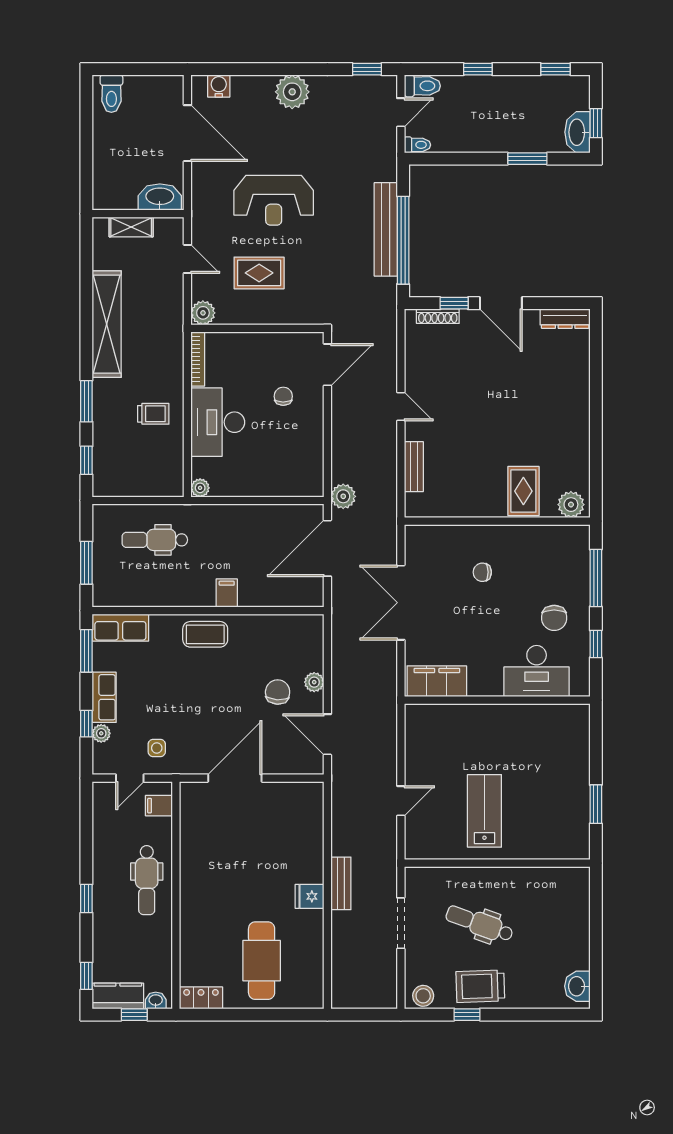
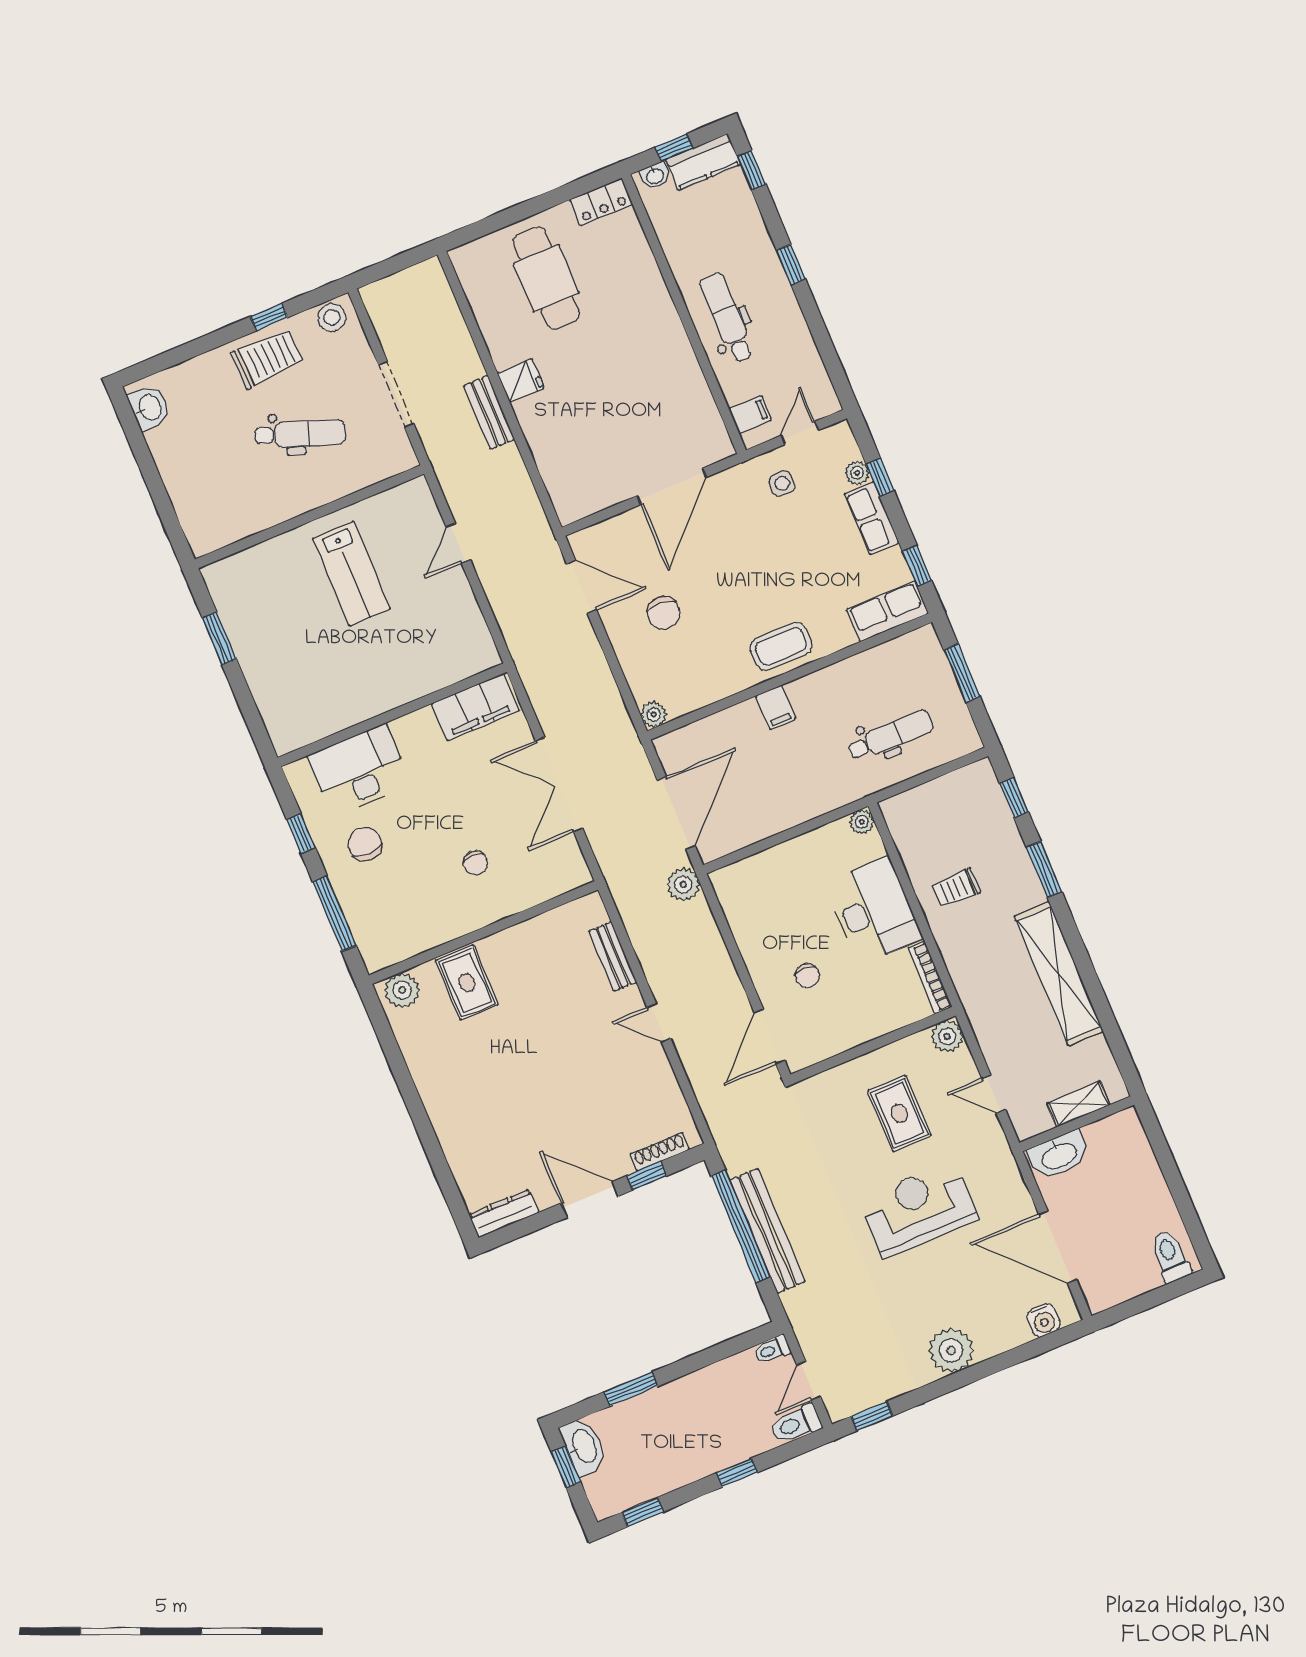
rug: (259, 273) -> (899, 1113), turned 90
chair: (482, 572) -> (475, 863), turned 90
double door: (401, 603) -> (559, 785), swing flipped
window: (86, 651) -> (917, 566), width x0.67
plant: (314, 682) -> (654, 715), moved

